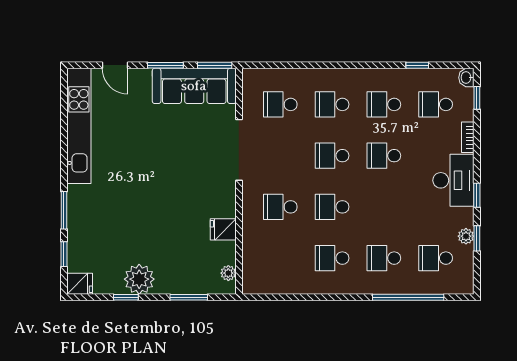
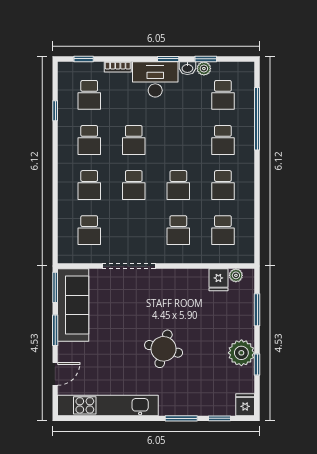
washbasin: (466, 78) -> (187, 68), moved
round table: (144, 190) -> (164, 349), added
fridge: (223, 229) -> (218, 280), moved
school desk: (280, 258) -> (223, 230), added

